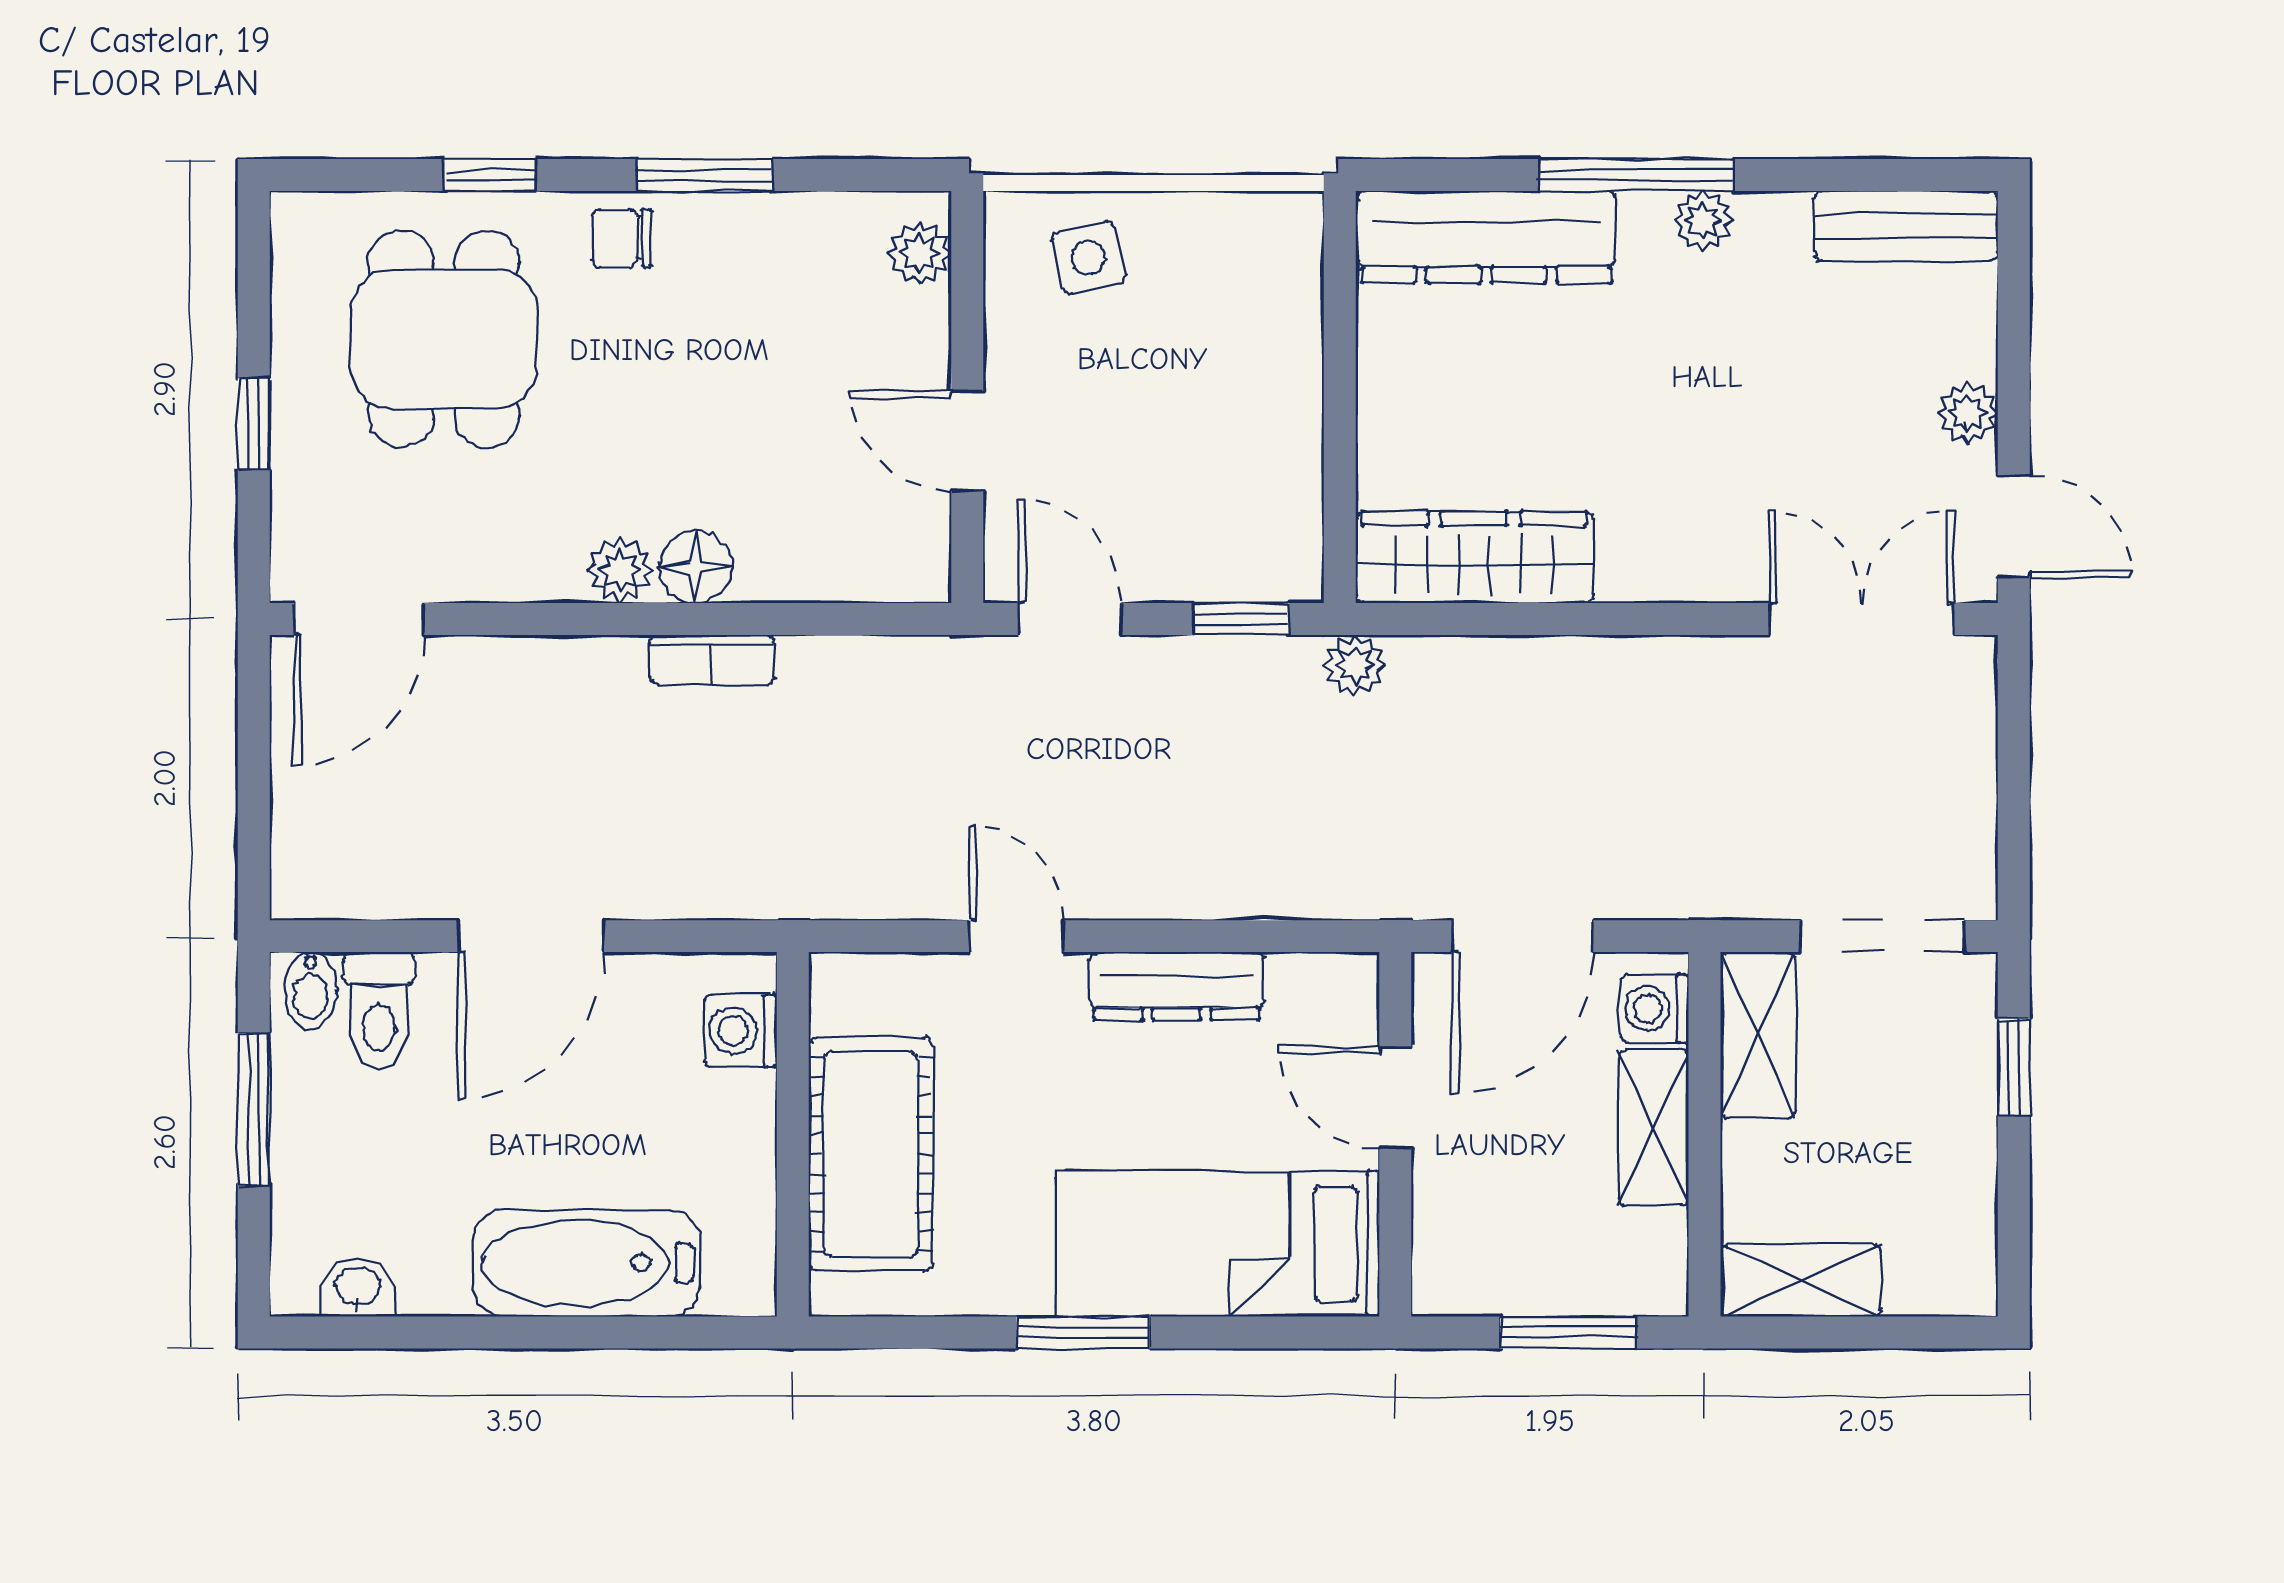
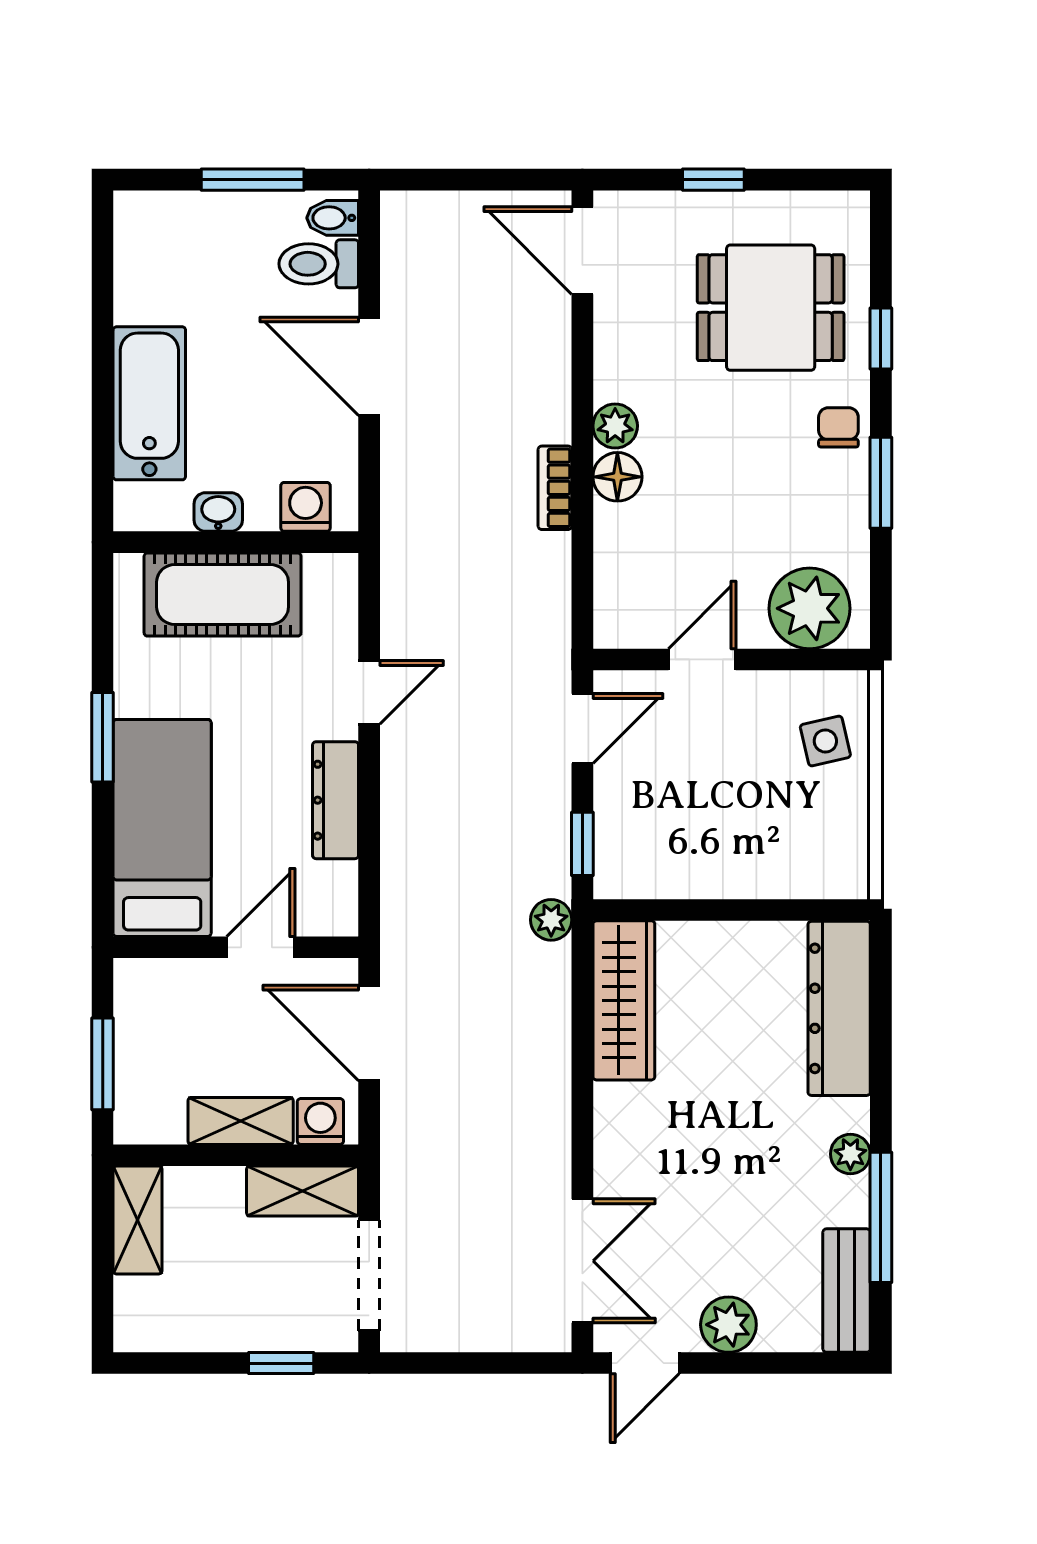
window: (1637, 175) -> (881, 1217), moved
plant: (919, 253) -> (810, 608), width x1.88, depth x1.88
plant: (1968, 413) -> (728, 1325), width x1.38, depth x1.38
washbasin: (358, 1288) -> (218, 512), moved, turned -90

